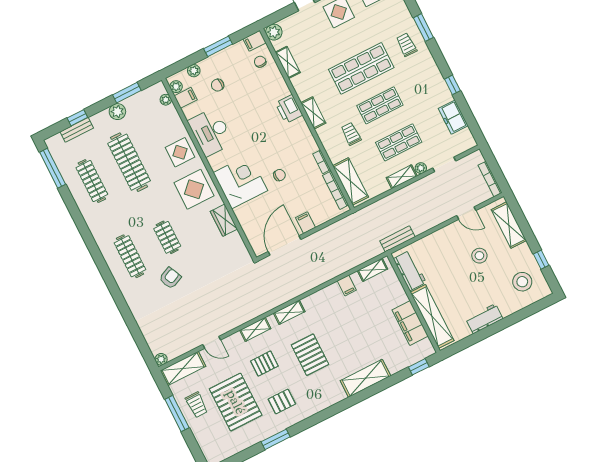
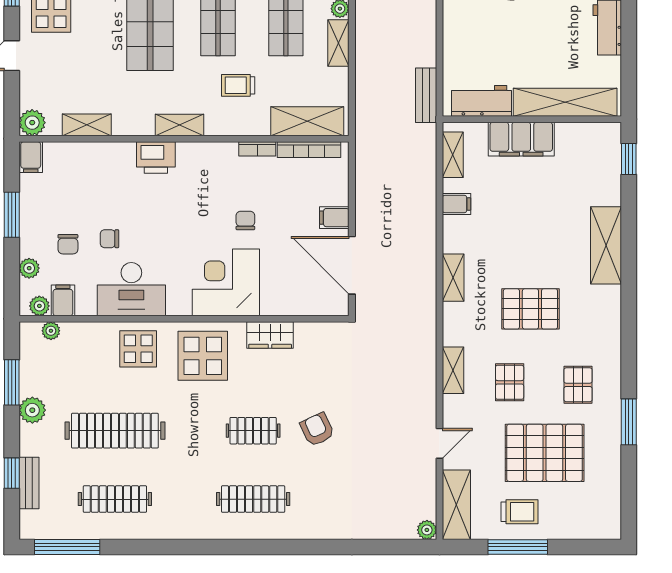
chair: (260, 62) -> (109, 239), moved
armchair: (170, 278) -> (317, 429), moved
shelving: (289, 312) -> (453, 278), moved
filing cabinet: (410, 323) -> (521, 139), moved

